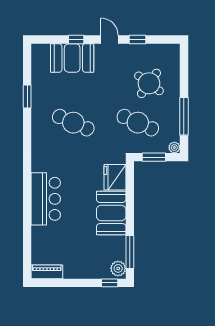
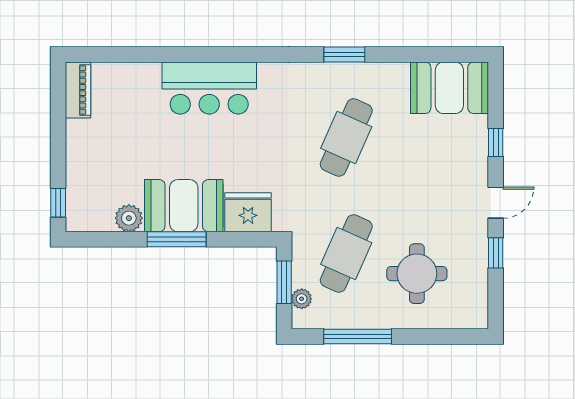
booth: (72, 58) -> (449, 88), moved, turned 90
round table: (149, 83) -> (417, 274), turned -36
window: (27, 96) -> (344, 54), moved
plant: (174, 147) -> (302, 299), moved
window: (130, 252) -> (177, 239), moved
plant: (118, 268) -> (129, 218), moved

